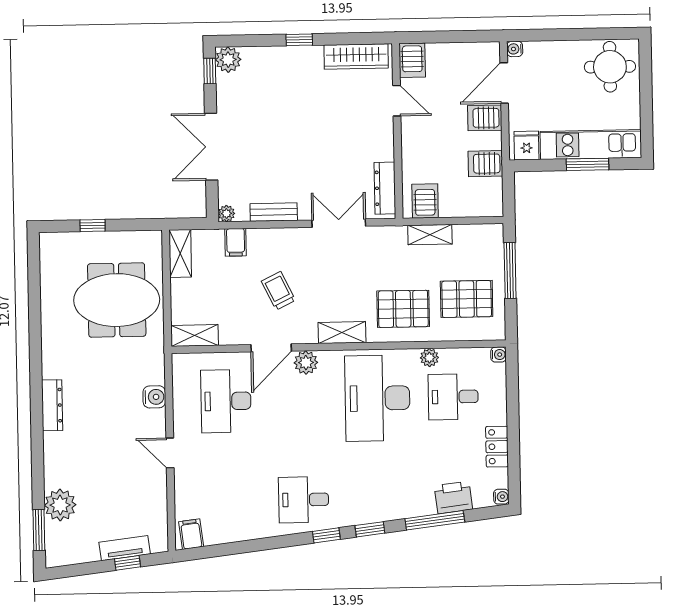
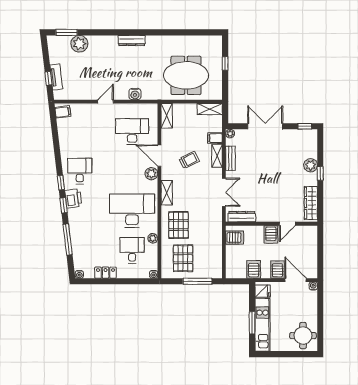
plant: (228, 60) -> (311, 165), moved
server rack: (412, 60) -> (271, 234), moved, turned -90
shelving: (430, 235) -> (217, 156), moved
meeting table: (117, 300) -> (186, 75), turned 90
printer: (453, 498) -> (73, 198), moved

